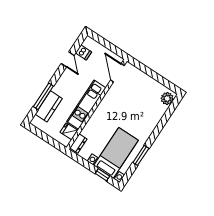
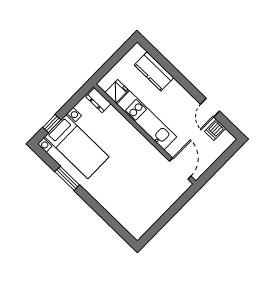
door: (68, 59) -> (210, 108), hinge flipped
door: (117, 73) -> (180, 169), hinge flipped
window: (43, 96) -> (168, 67), removed
plant: (167, 99) -> (134, 227), removed

